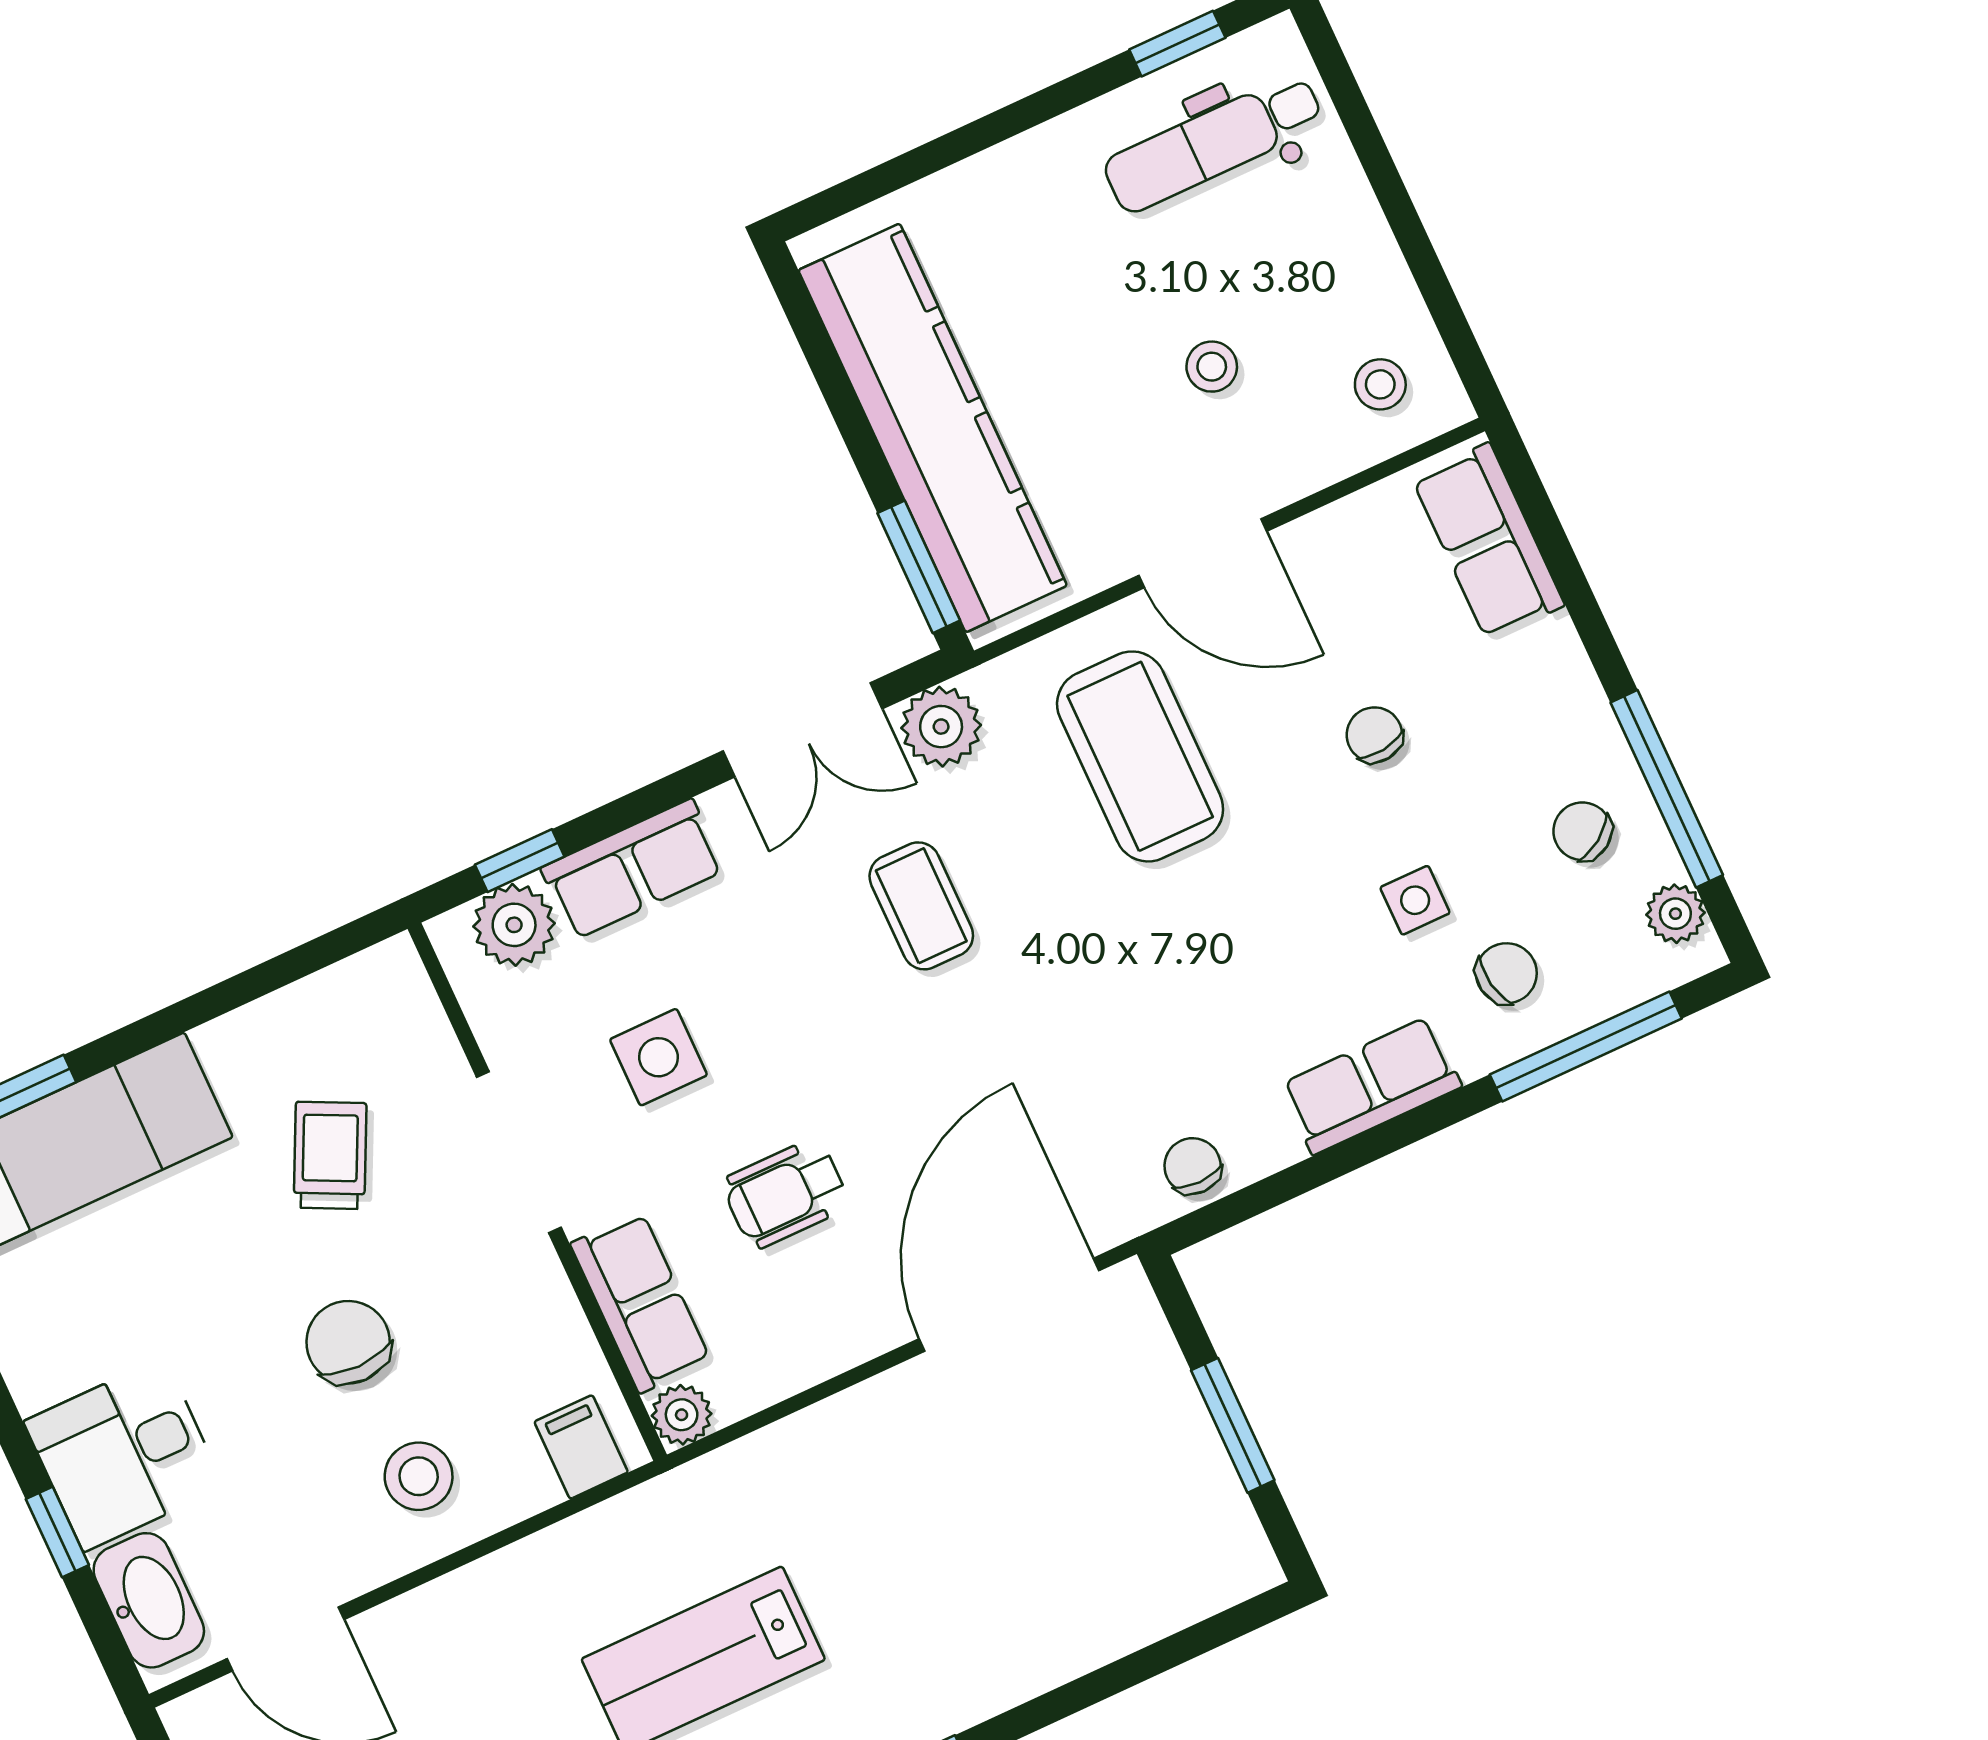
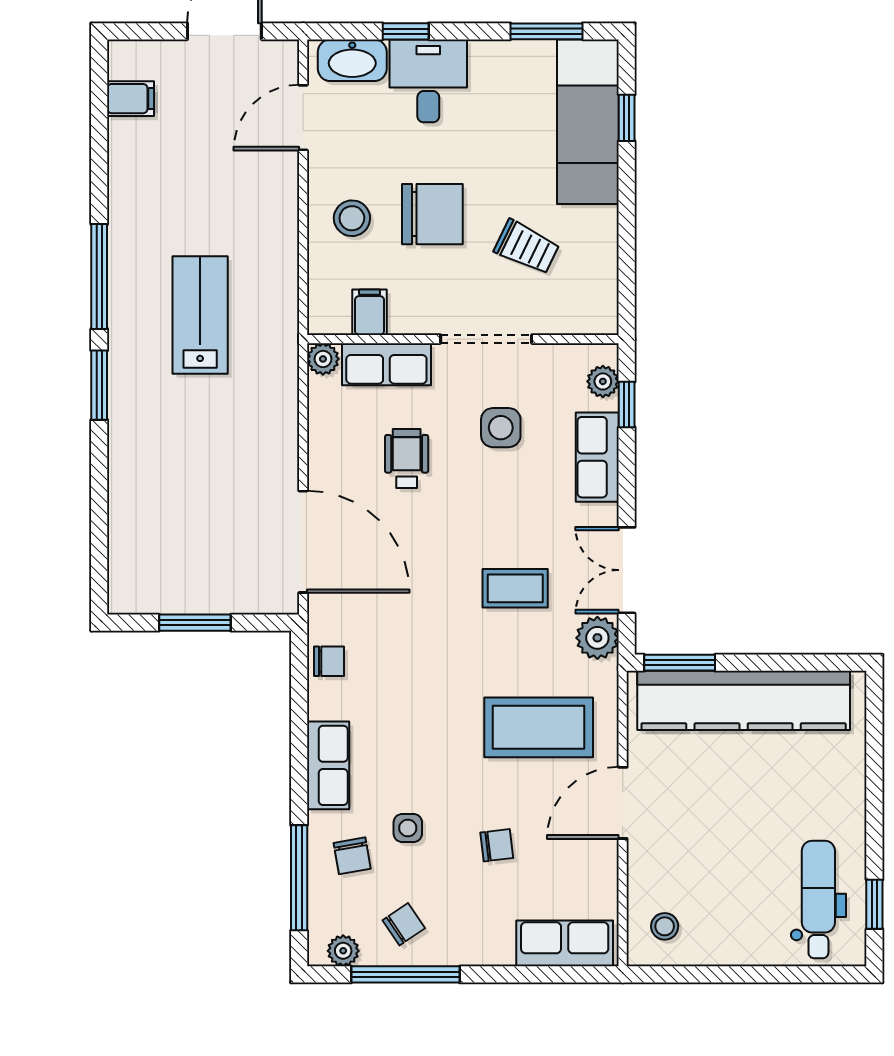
stool: (1212, 367) -> (711, 849), removed
plant: (514, 925) -> (603, 381), width x0.73, depth x0.73
chair: (348, 1342) -> (432, 214), width x1.37, depth x1.37
filing cabinet: (581, 1447) -> (370, 312), moved, turned -90

